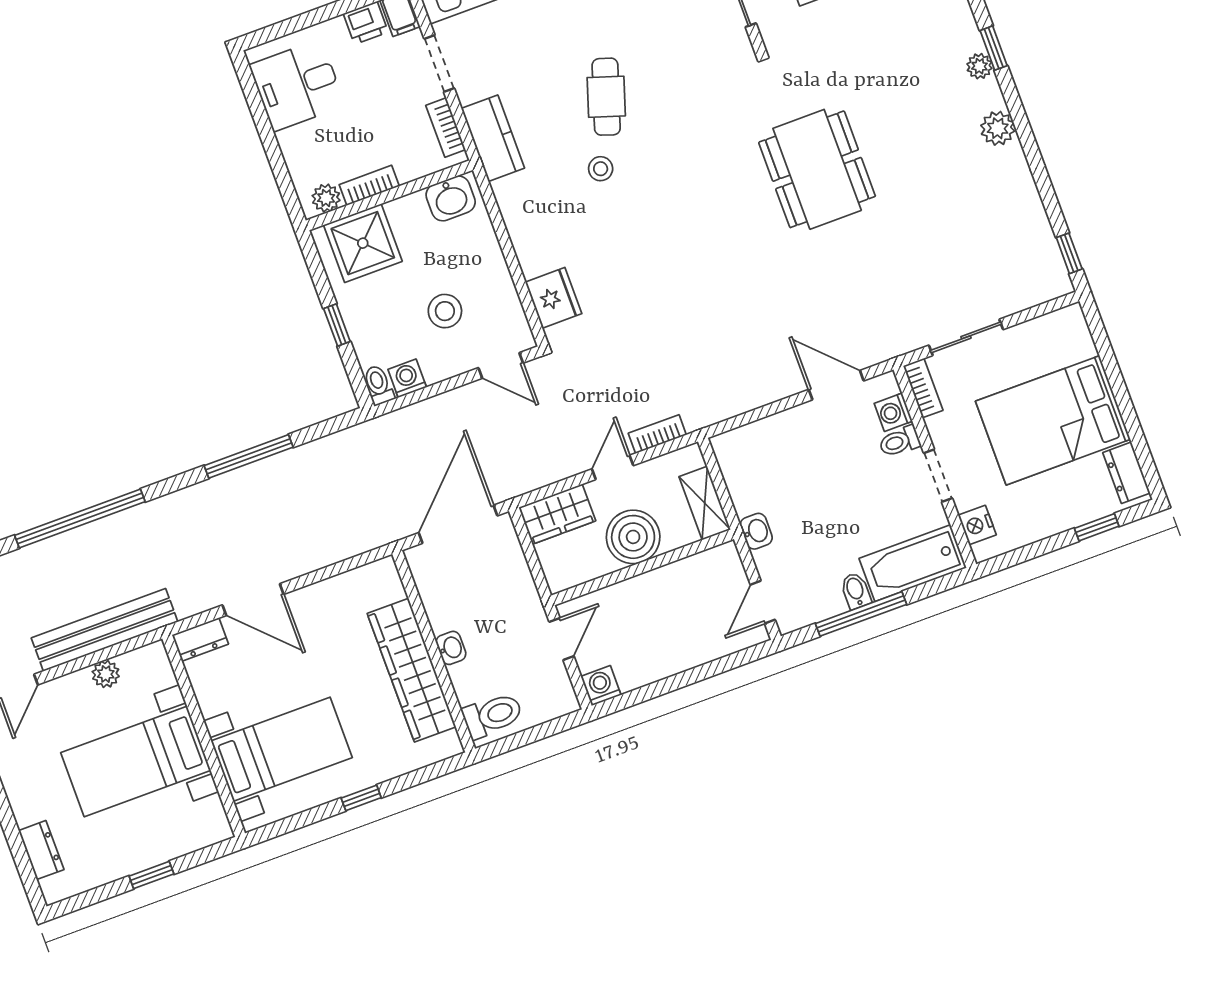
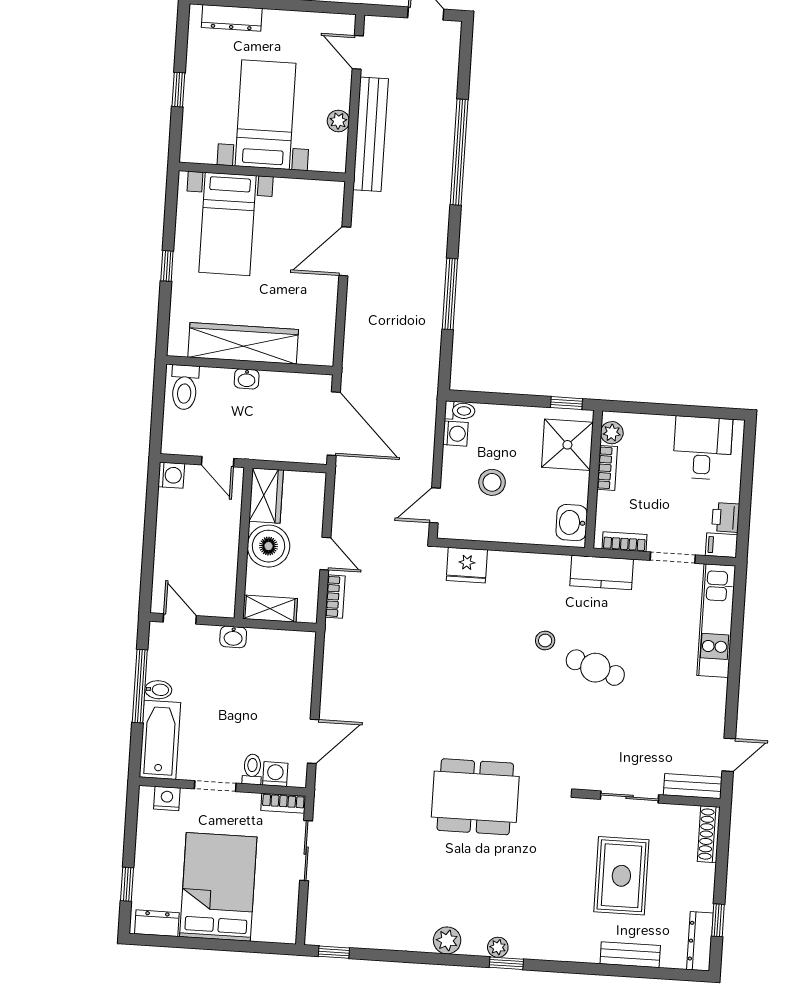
window: (337, 325) -> (566, 403), moved
wardrobe: (557, 514) -> (266, 496), moved, turned 180
dresser: (200, 639) -> (333, 200), removed
dresser: (41, 850) -> (232, 18), width x1.44

